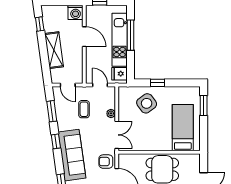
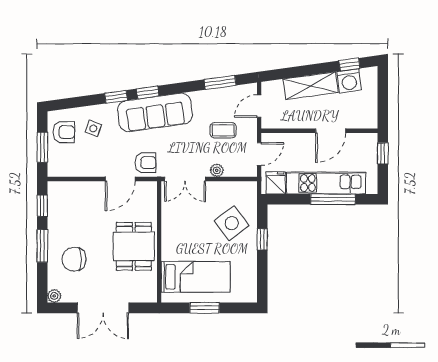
washing machine: (76, 12) -> (349, 81), moved, turned -98
window: (204, 106) -> (205, 308), moved
window: (56, 141) -> (148, 92), moved
armchair: (106, 162) -> (145, 163), turned 90

